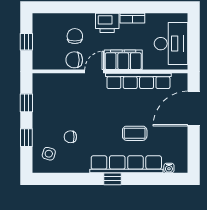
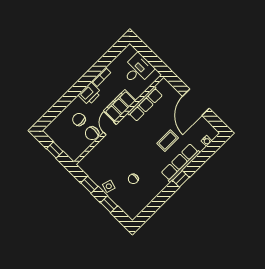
desk: (171, 44) -> (138, 69), width x0.73
row of seats: (138, 81) -> (145, 104), width x0.73
door: (194, 109) -> (196, 102), moved
side table: (49, 154) -> (109, 186), moved
row of seats: (126, 164) -> (180, 163), width x0.73

